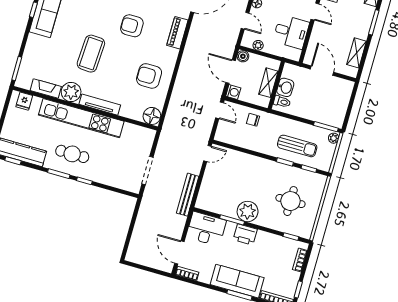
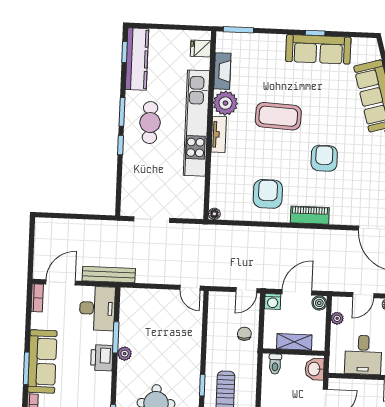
piano: (177, 33) -> (310, 215), moved
washbasin: (285, 87) -> (315, 369), moved, turned 90
tv unit: (100, 105) -> (219, 134), width x0.71
floor lamp: (152, 116) -> (214, 214), width x0.53, depth x0.53
bench: (188, 195) -> (109, 275), moved
plant: (248, 211) -> (125, 354), width x0.53, depth x0.53

